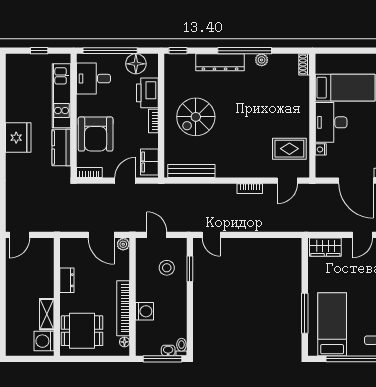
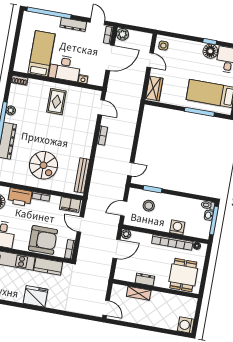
rug: (289, 149) -> (56, 102), moved
shelving: (47, 314) -> (139, 293), moved
washing machine: (44, 341) -> (186, 325), moved, turned 90

